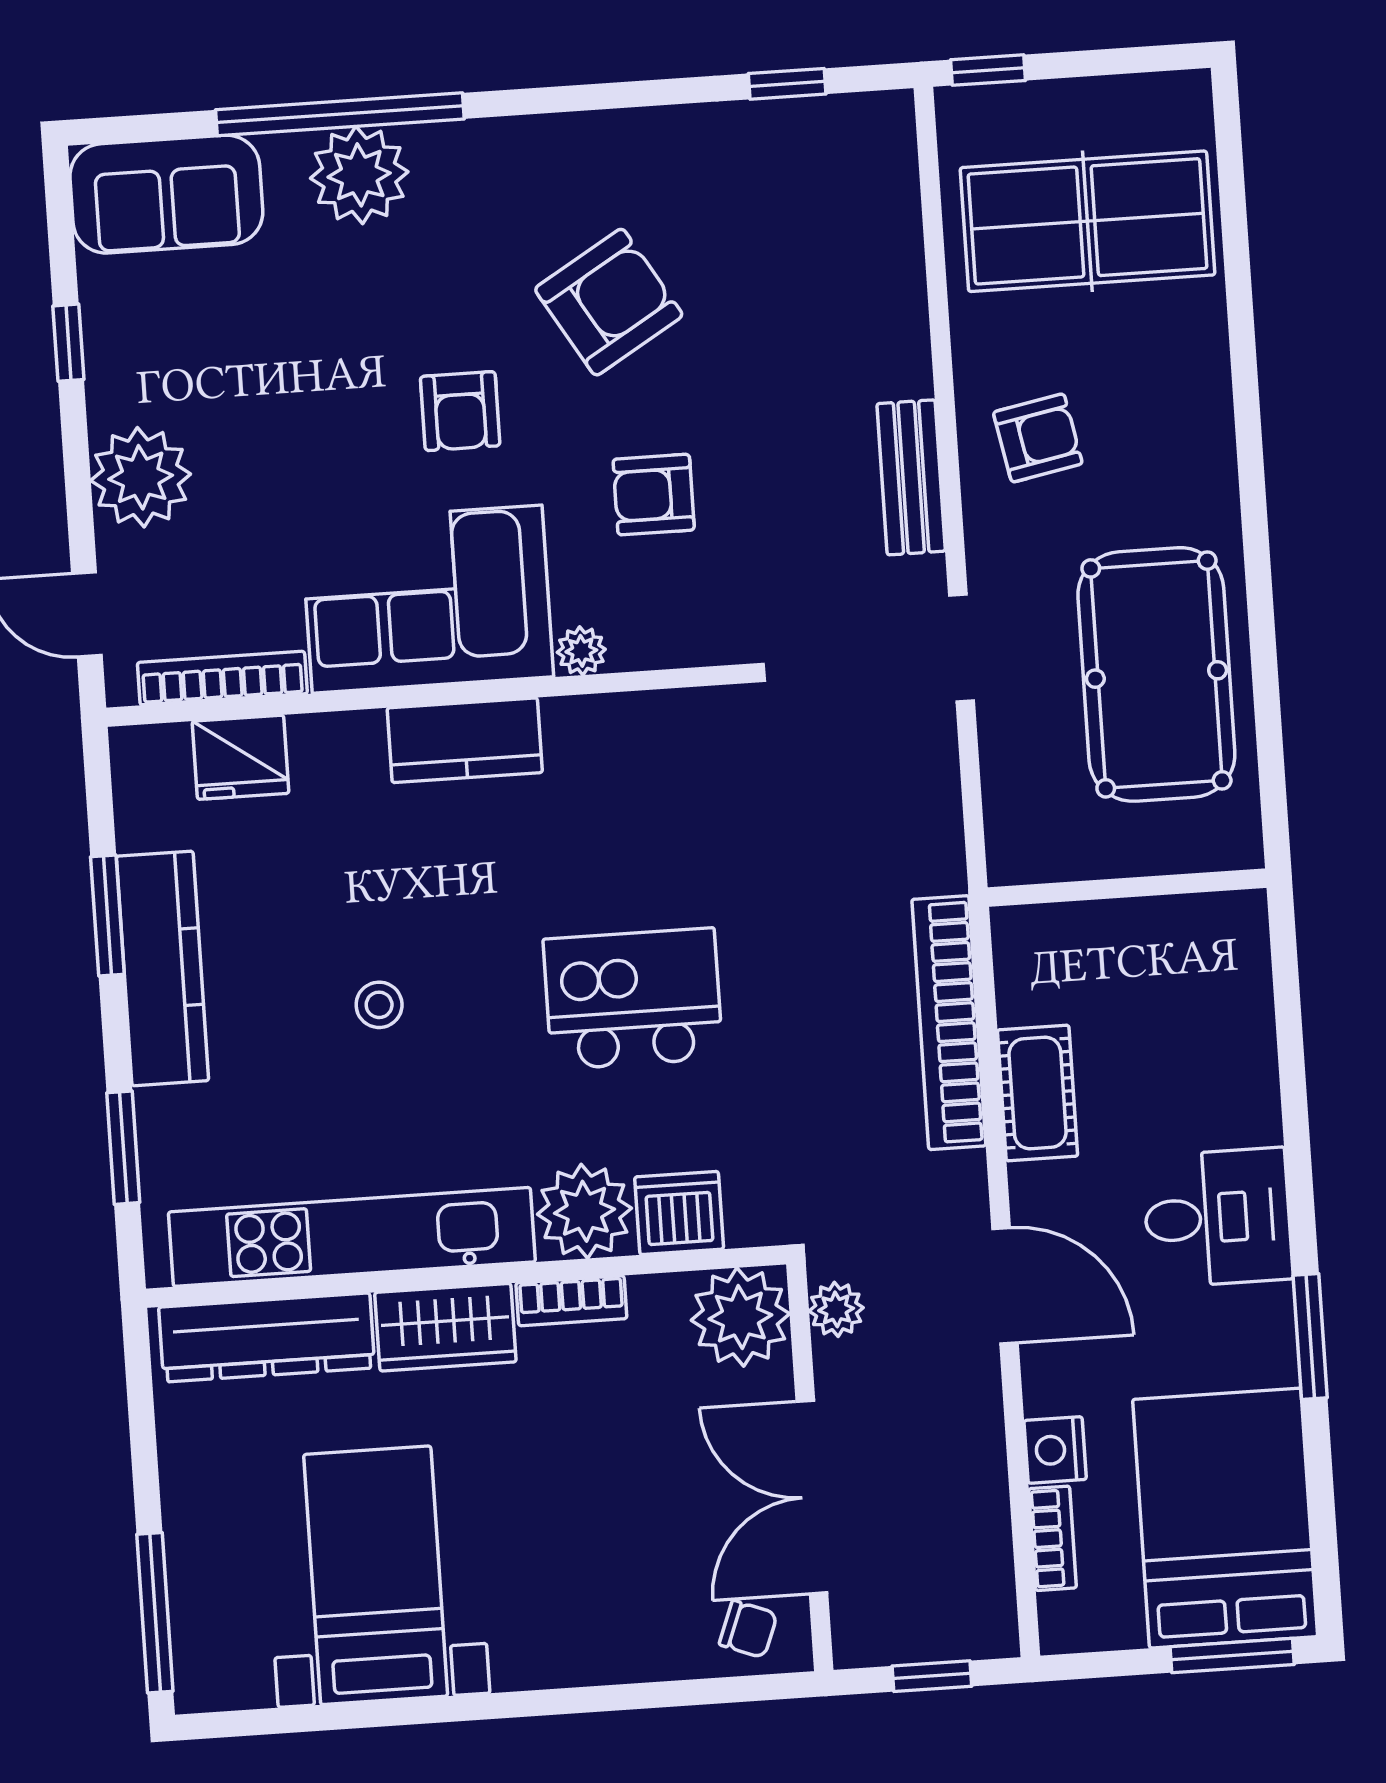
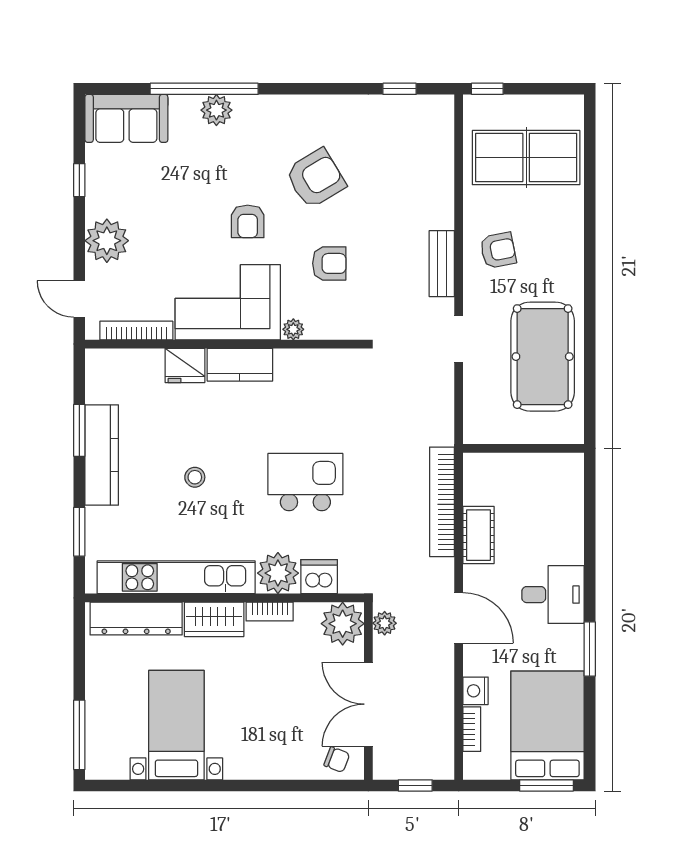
plant: (359, 175) -> (216, 110), width x0.73, depth x0.73
armchair: (654, 495) -> (329, 263), turned 180
fridge: (241, 757) -> (185, 365), moved

